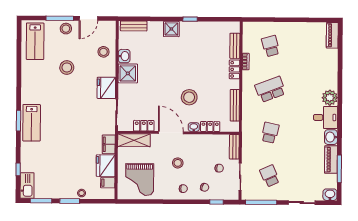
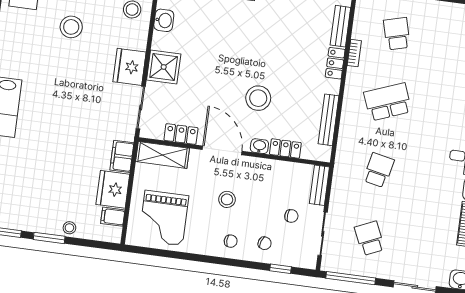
shower: (128, 73) -> (164, 67), moved

